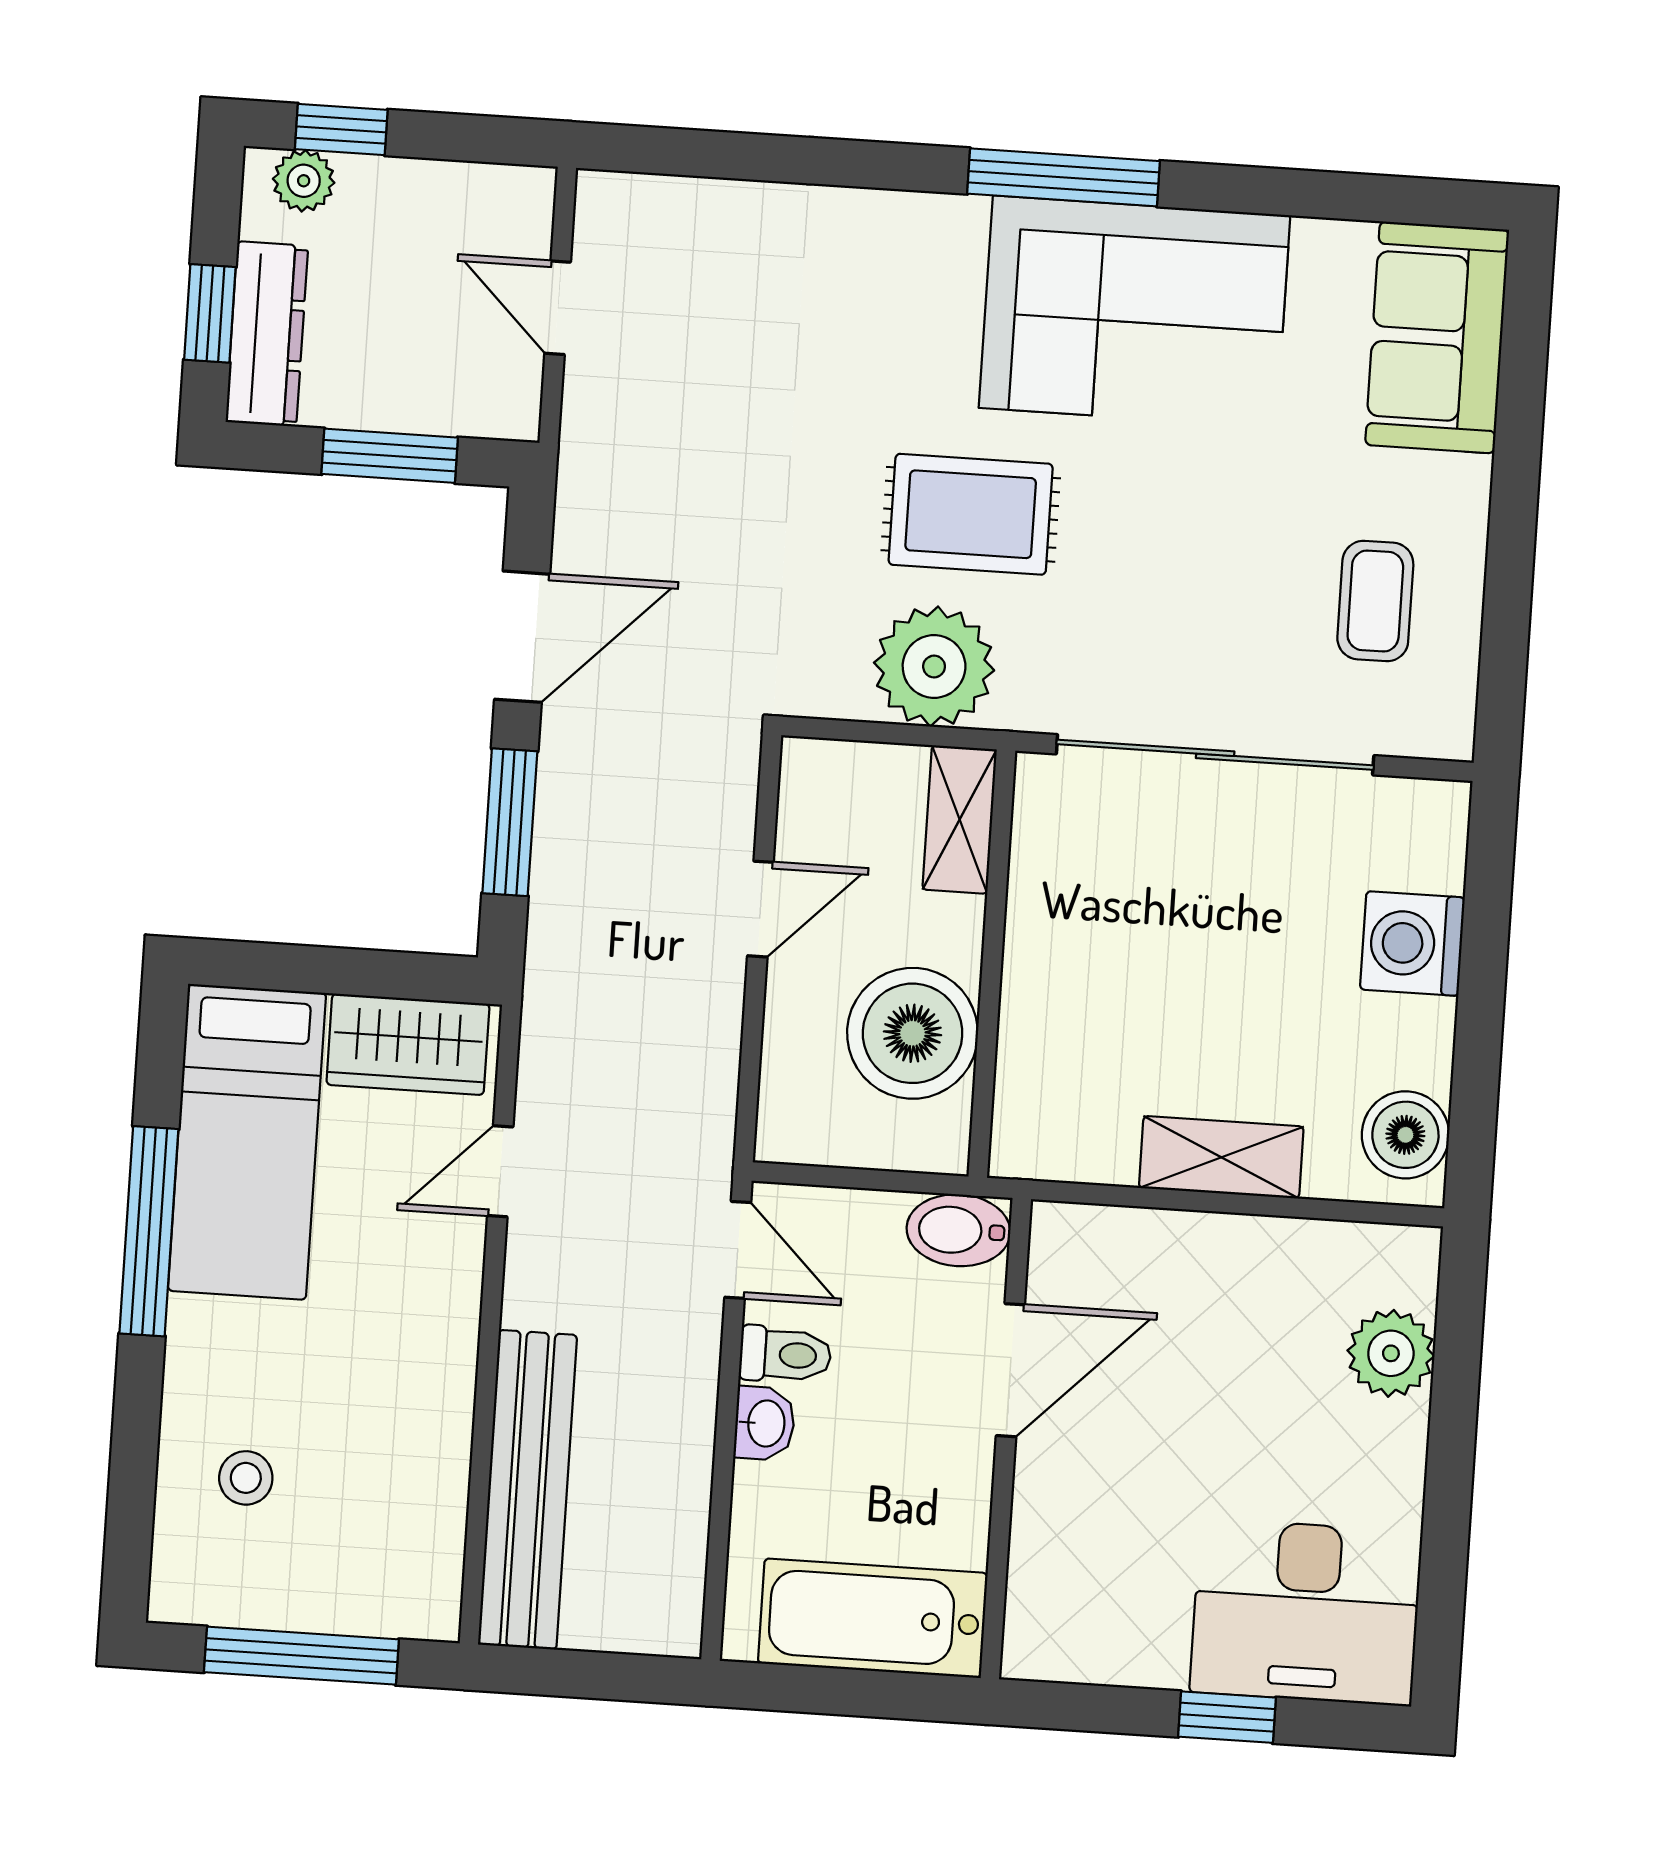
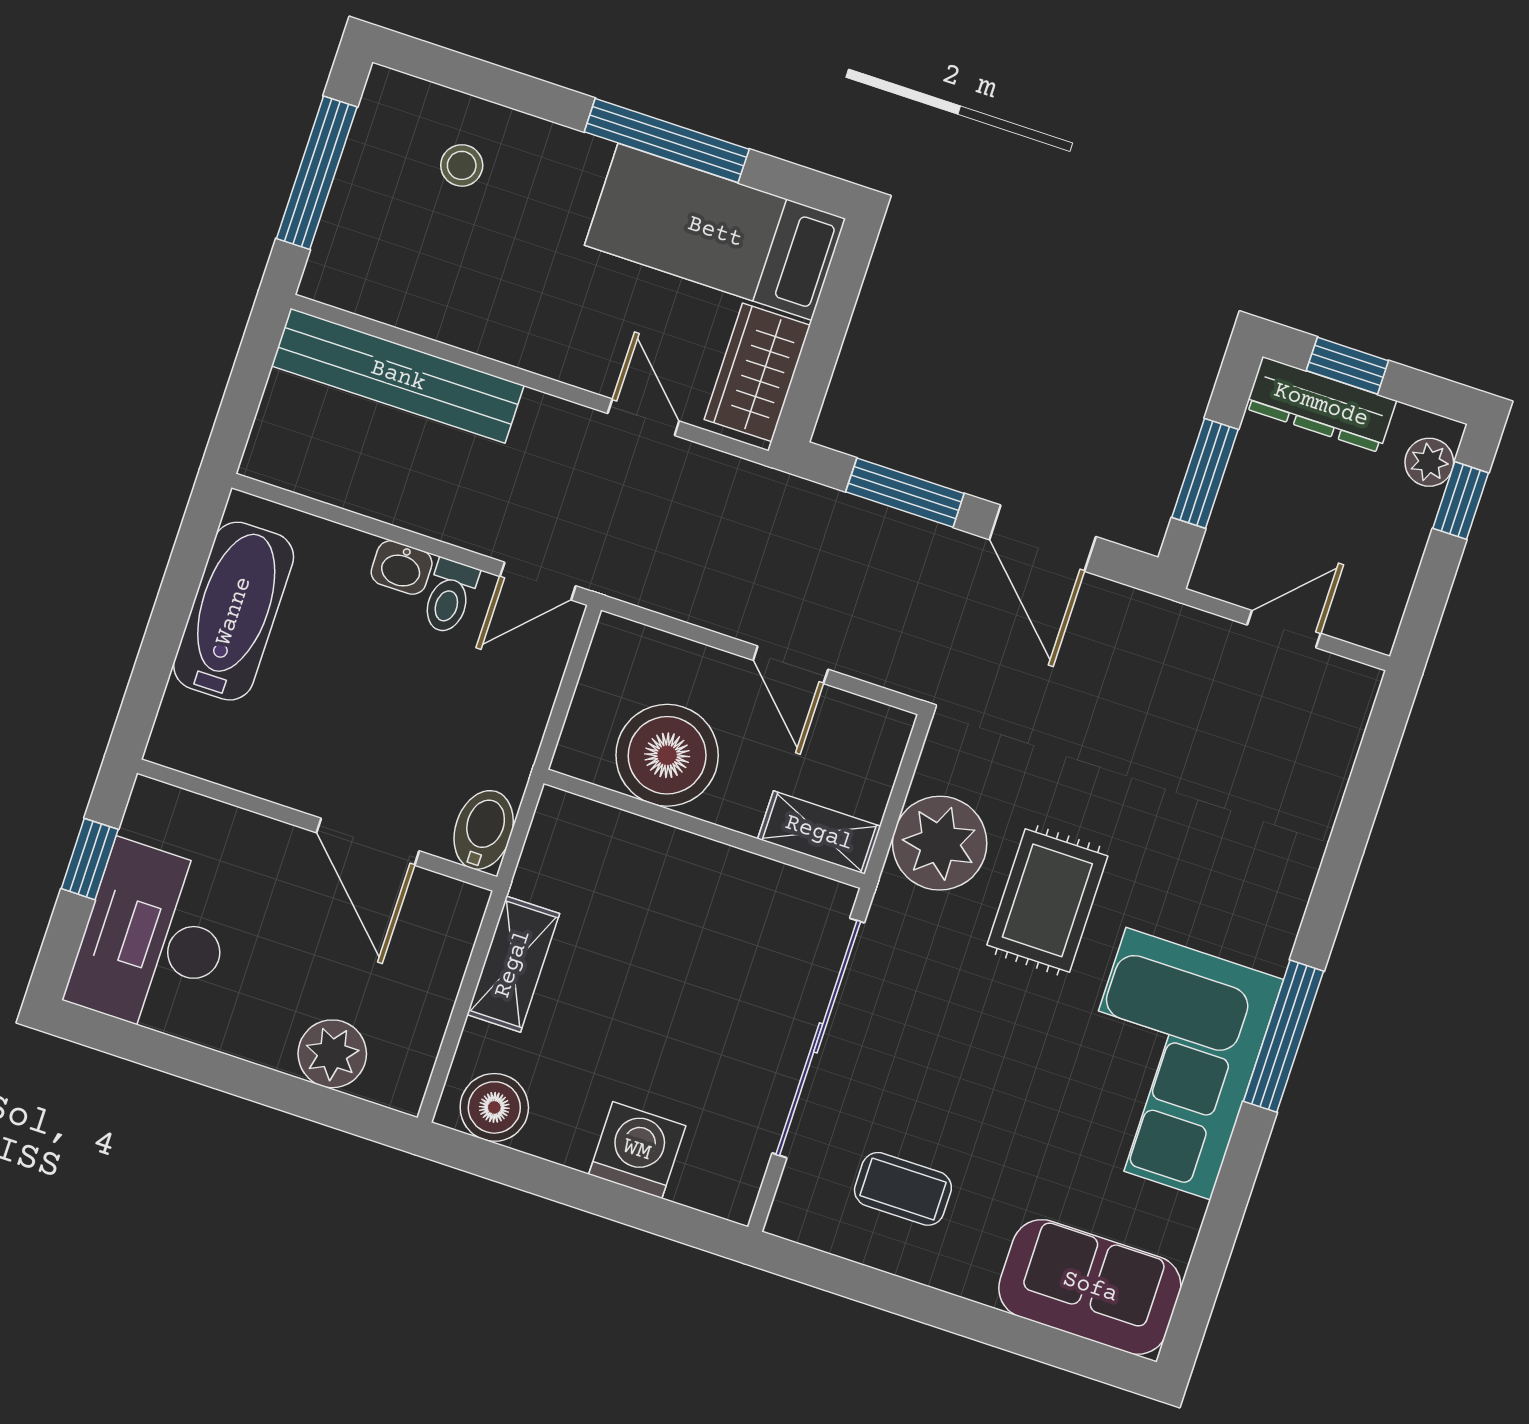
bidet: (959, 1230) -> (484, 830), moved
door: (1010, 1370) -> (368, 842), moved
wall: (1006, 1439) -> (317, 825), moved

